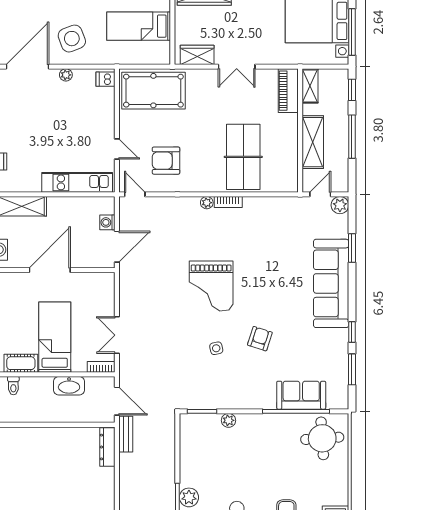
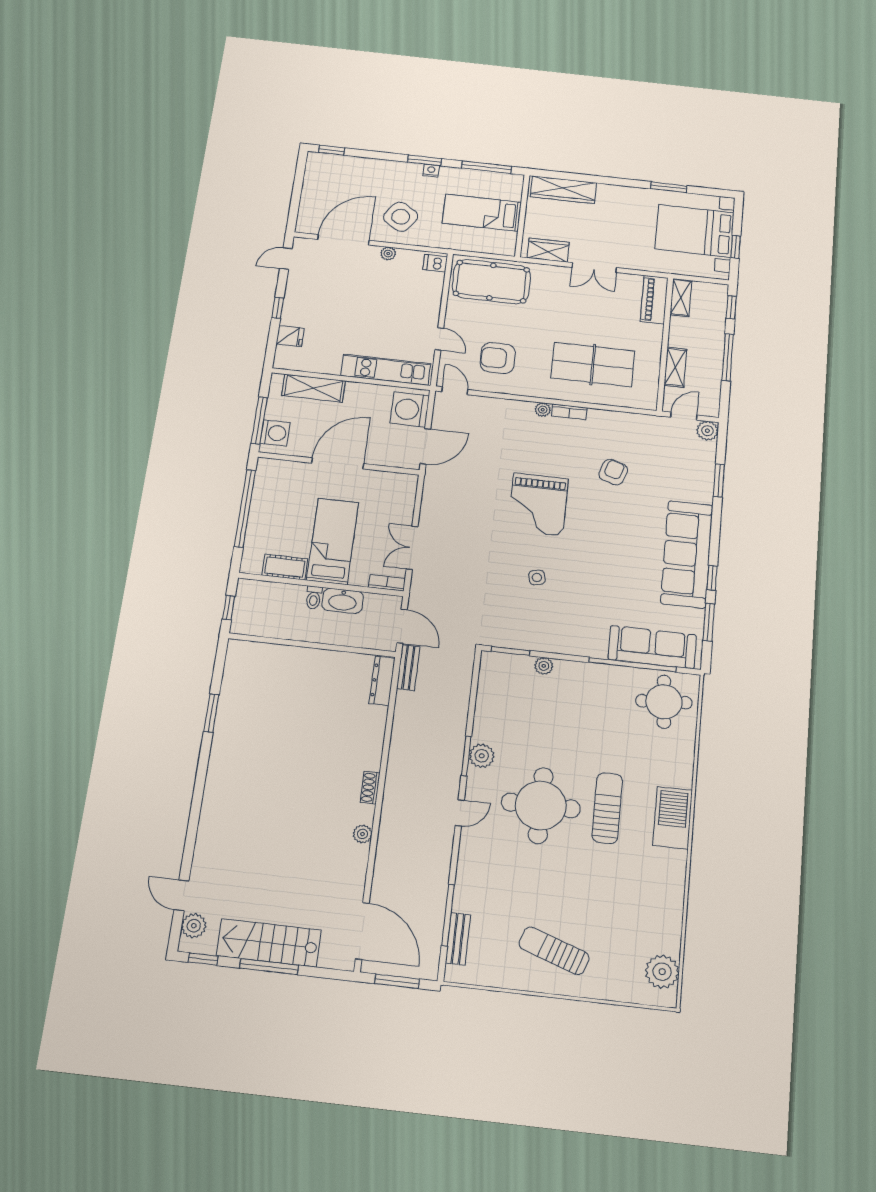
window: (352, 32) -> (736, 247), width x0.46
side table: (72, 39) -> (401, 217), turned -36
shelving: (313, 142) -> (675, 367), width x0.67, depth x0.75
table tennis table: (243, 157) -> (593, 364), turned 90
washing machine: (107, 222) -> (410, 410), width x1.89, depth x1.89
sofa: (331, 283) -> (687, 554), moved
armchair: (260, 339) -> (613, 472), moved
toilet: (13, 386) -> (314, 597), moved
sofa: (301, 395) -> (652, 647), width x1.36

